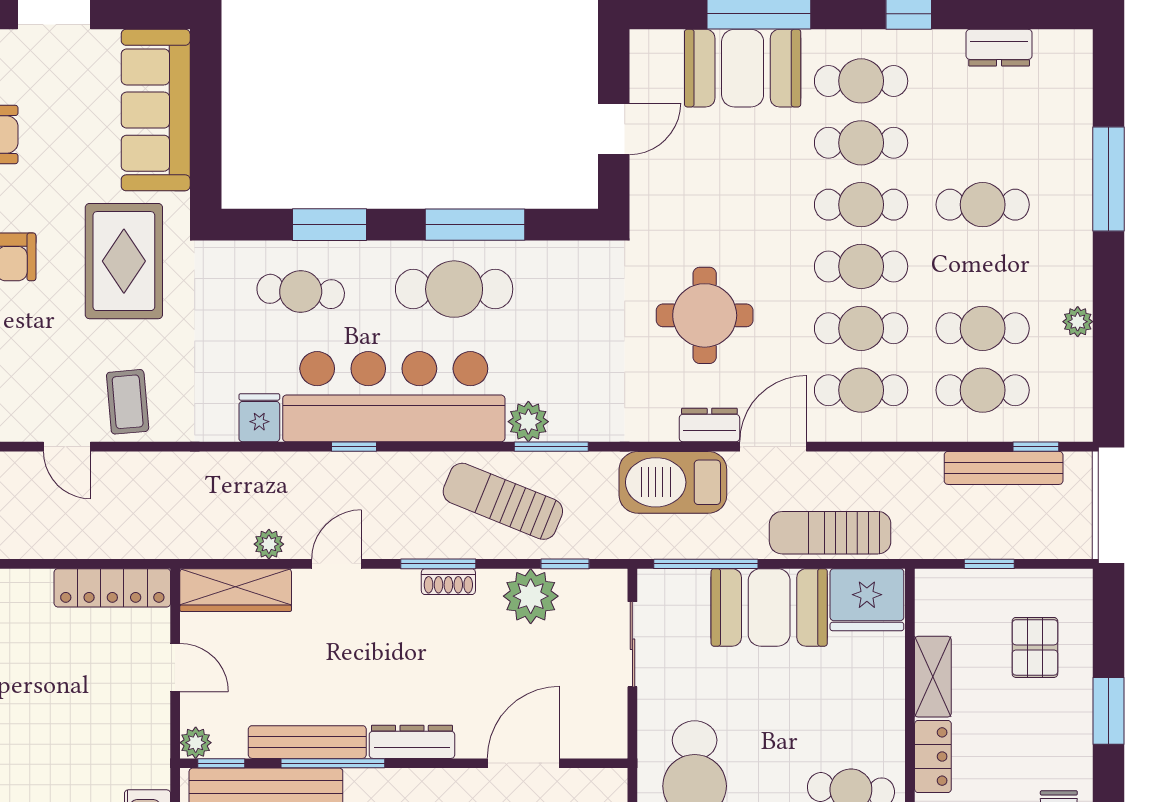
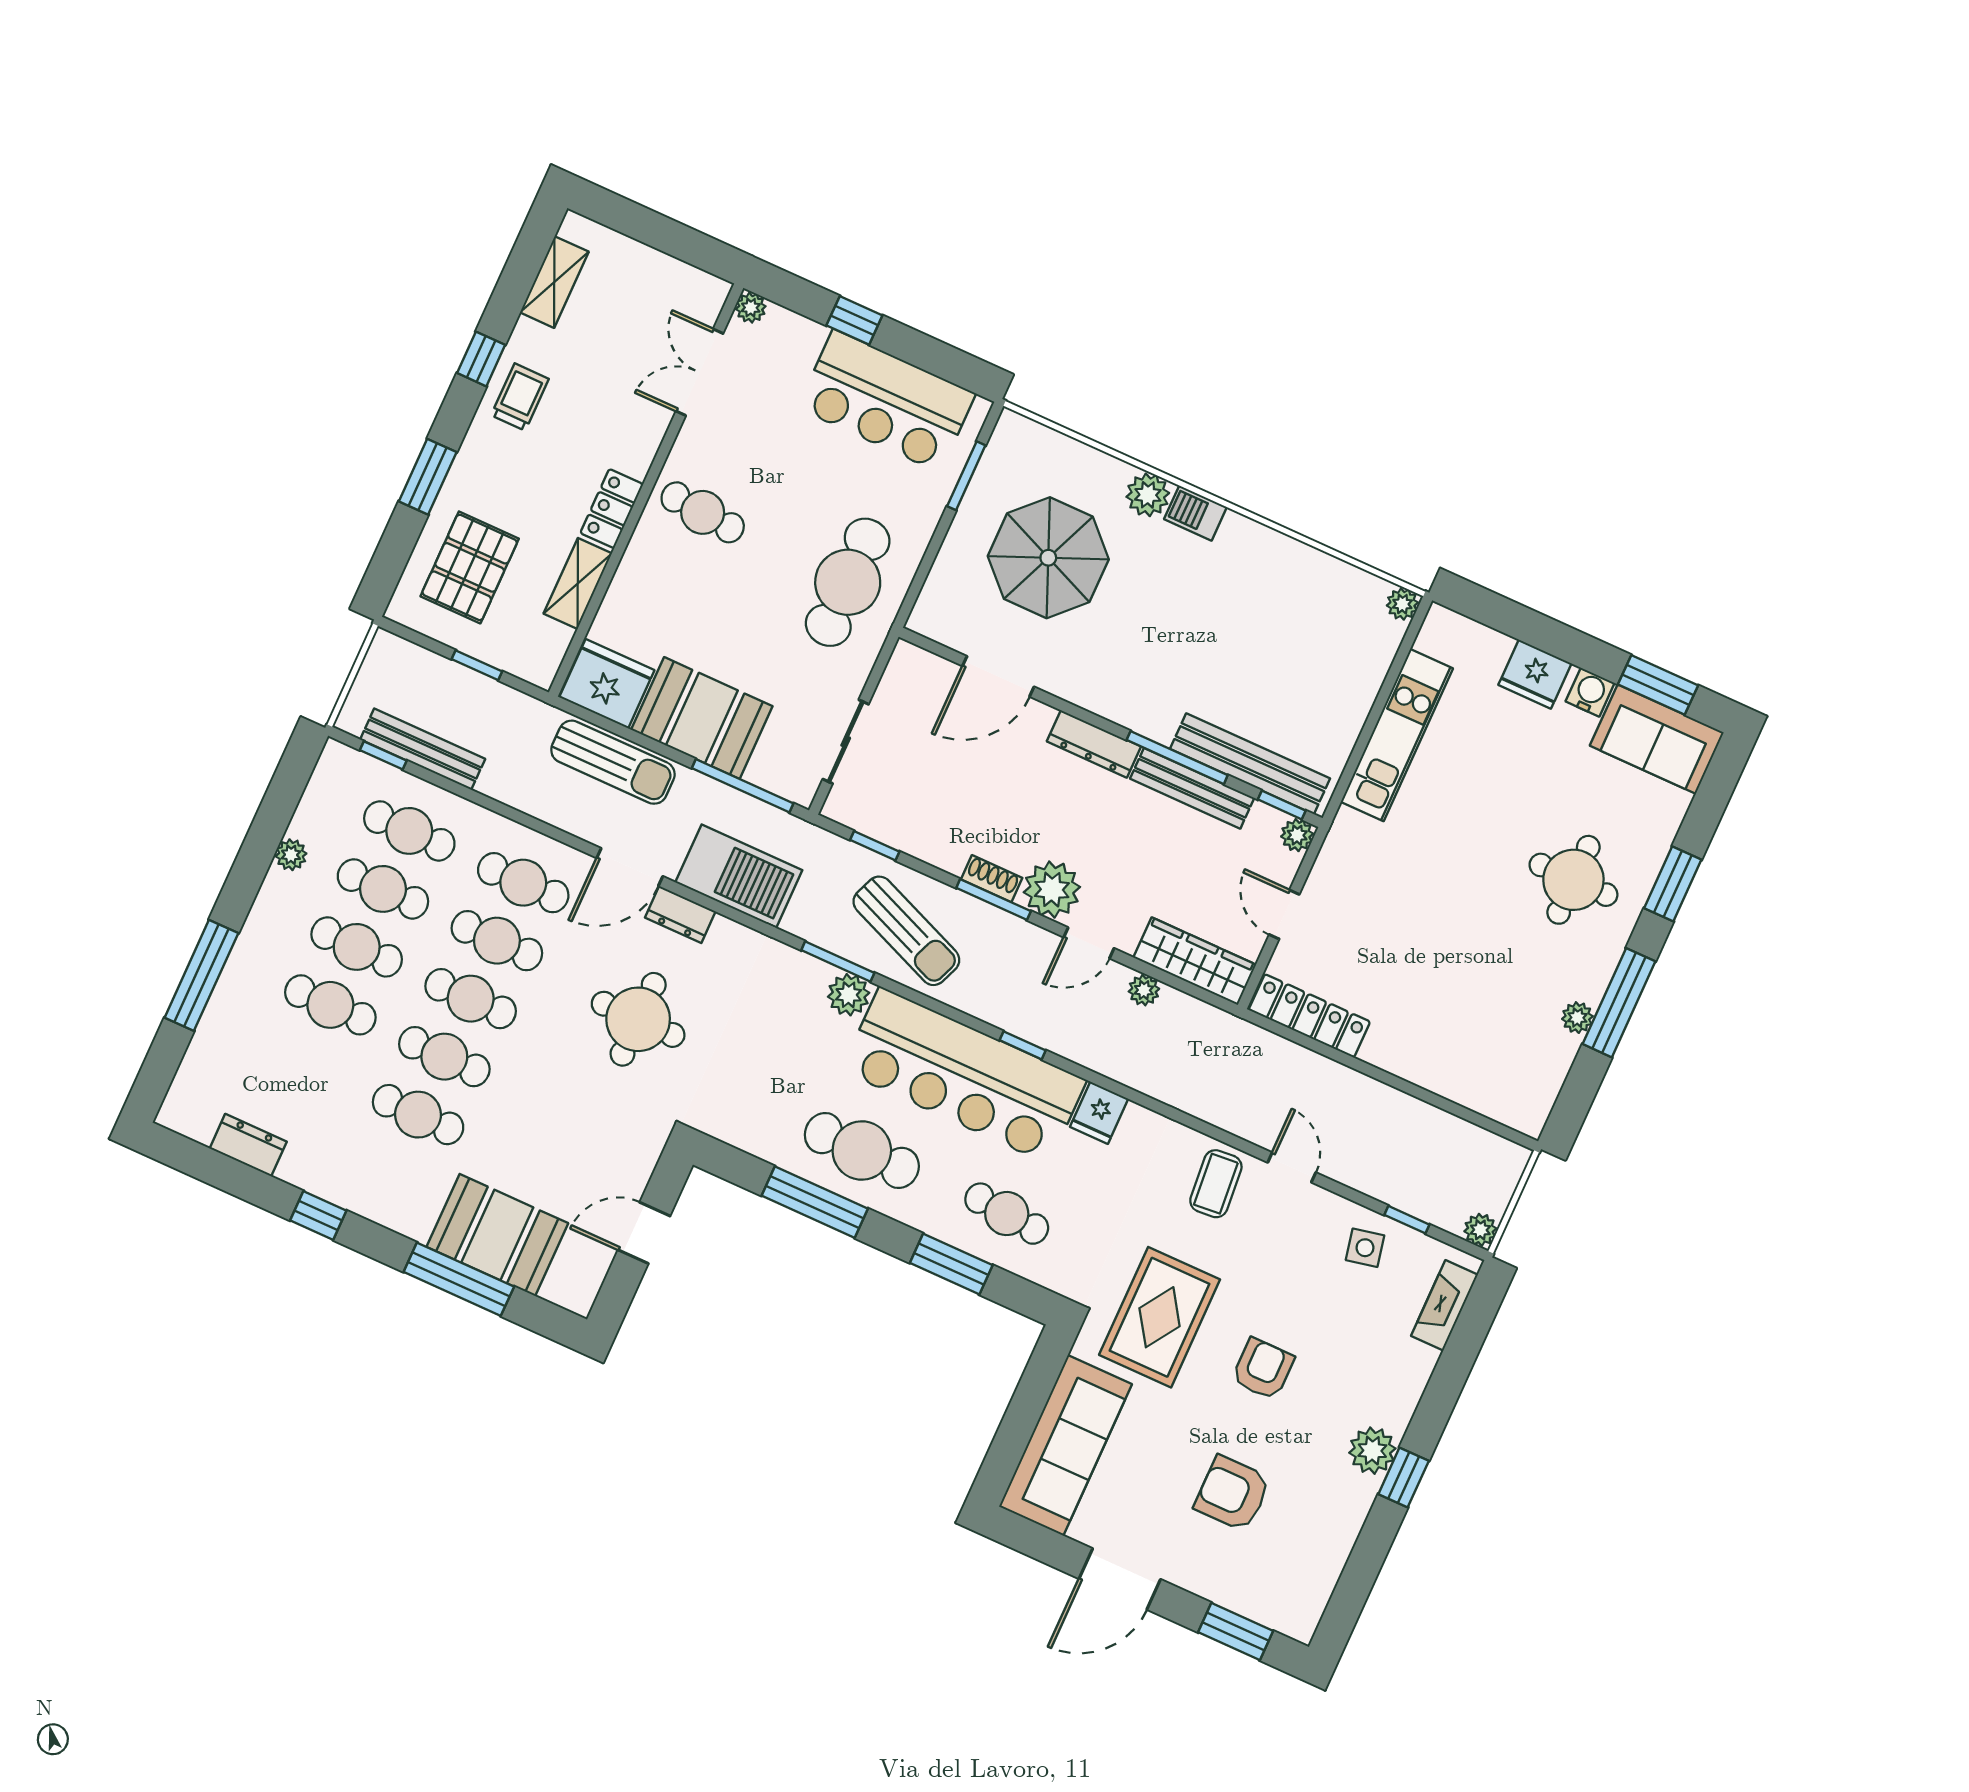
cafe table: (861, 81) -> (357, 947), moved
plant: (531, 596) -> (1052, 890), moved
pallet: (1035, 647) -> (470, 567), width x1.50, depth x1.42

